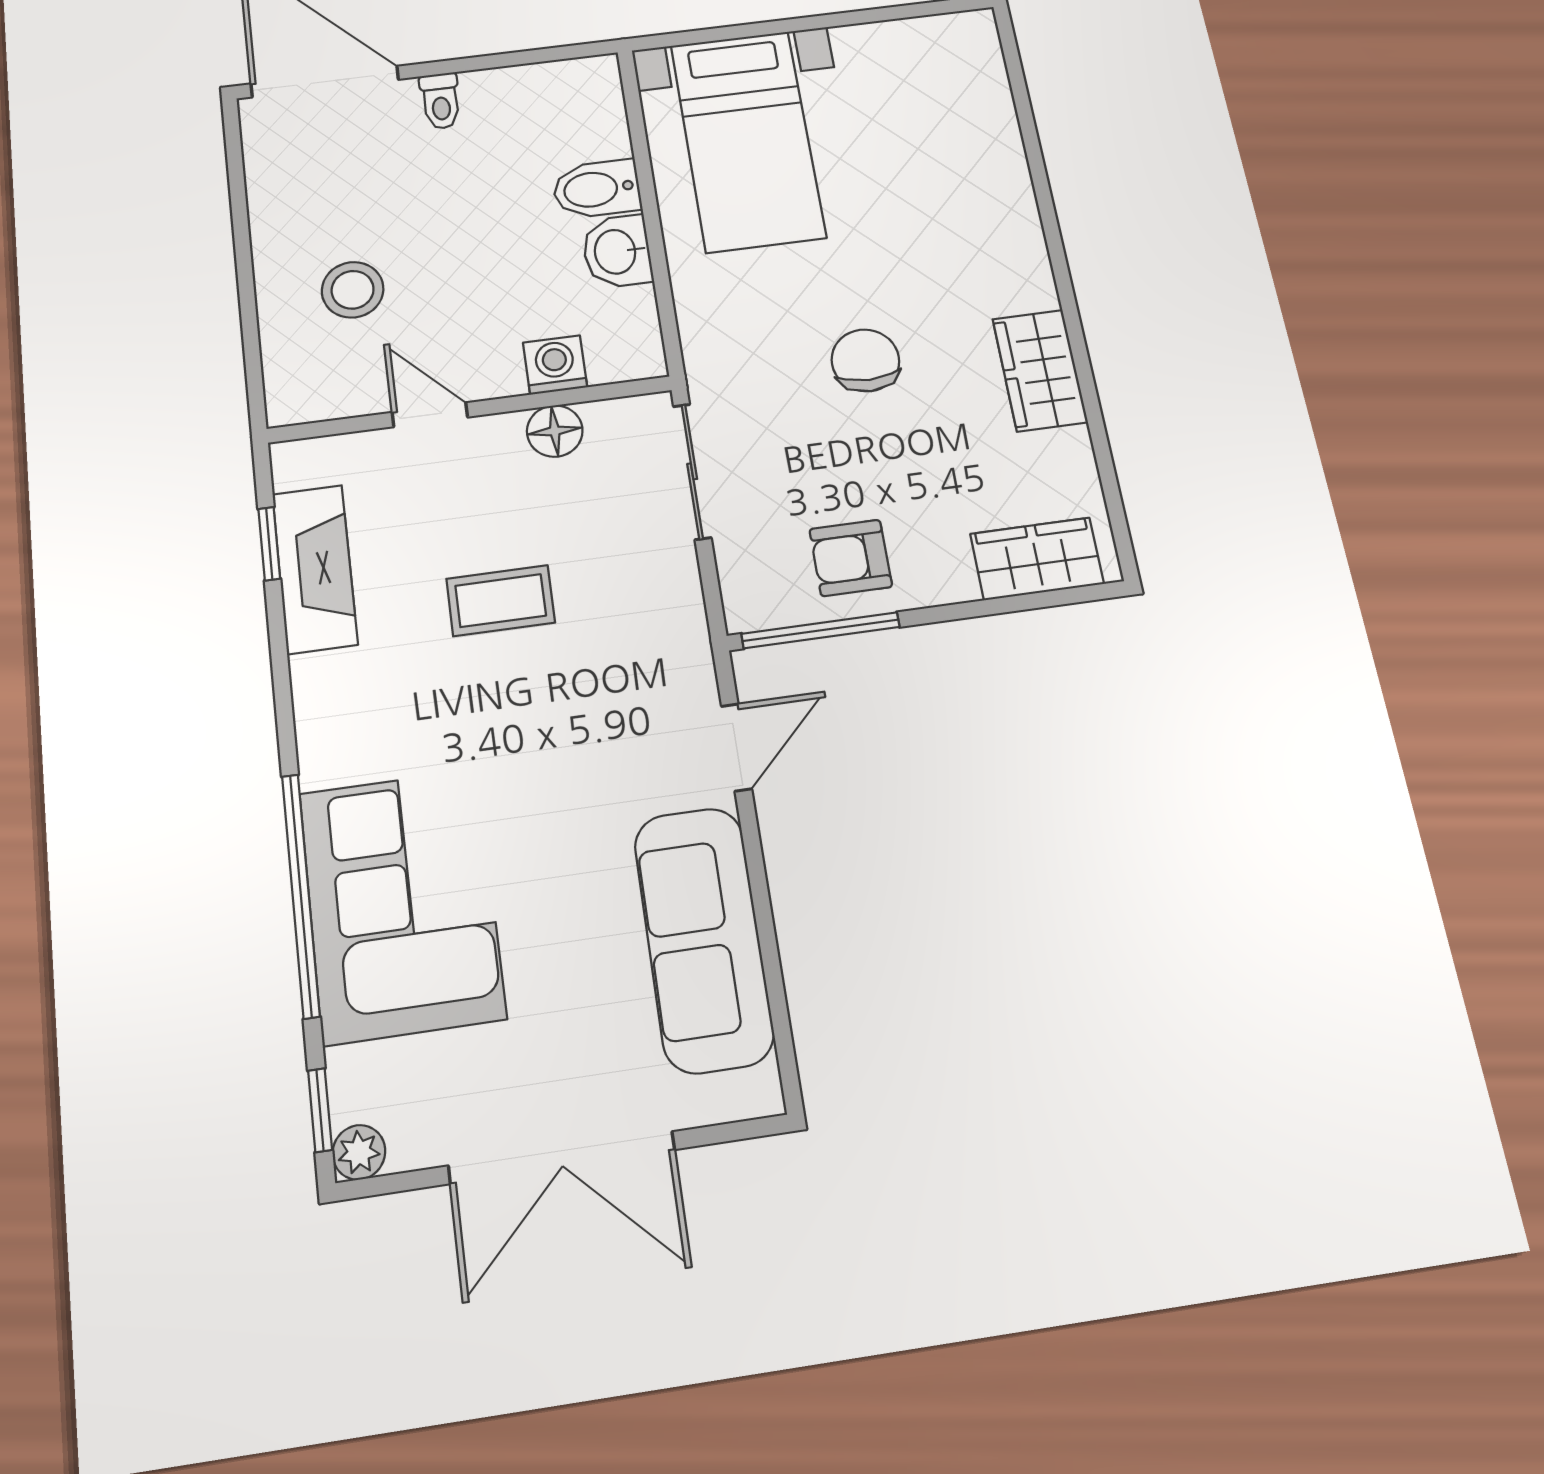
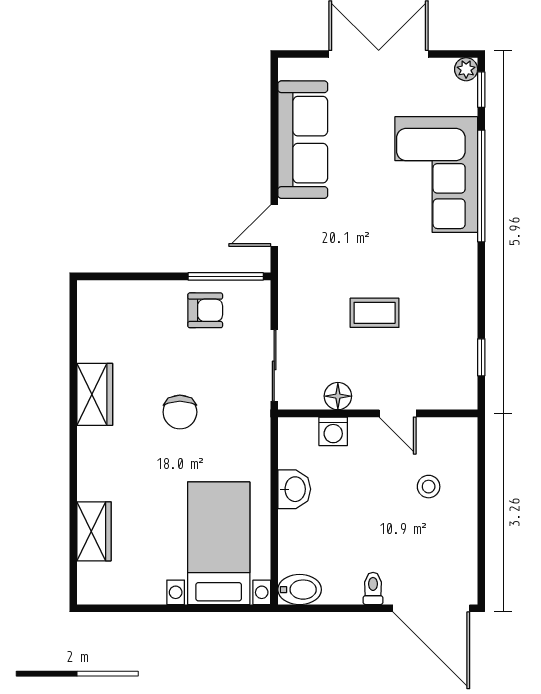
bidet: (597, 189) -> (300, 590), moved
stool: (353, 290) -> (429, 487), width x0.73, depth x0.73
wardrobe: (1037, 559) -> (94, 531), moved, turned -90
fireplace: (315, 569) -> (461, 341), removed

